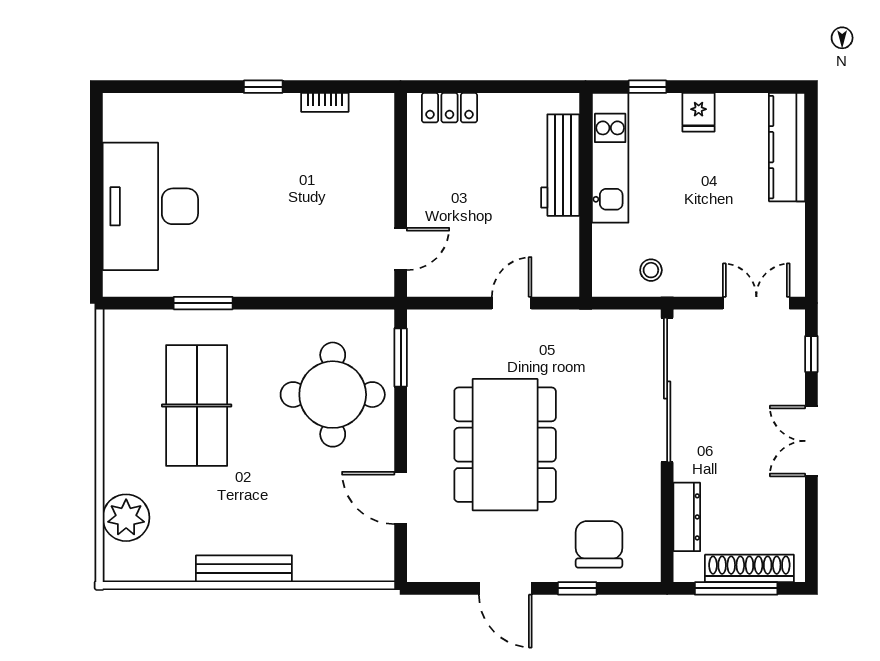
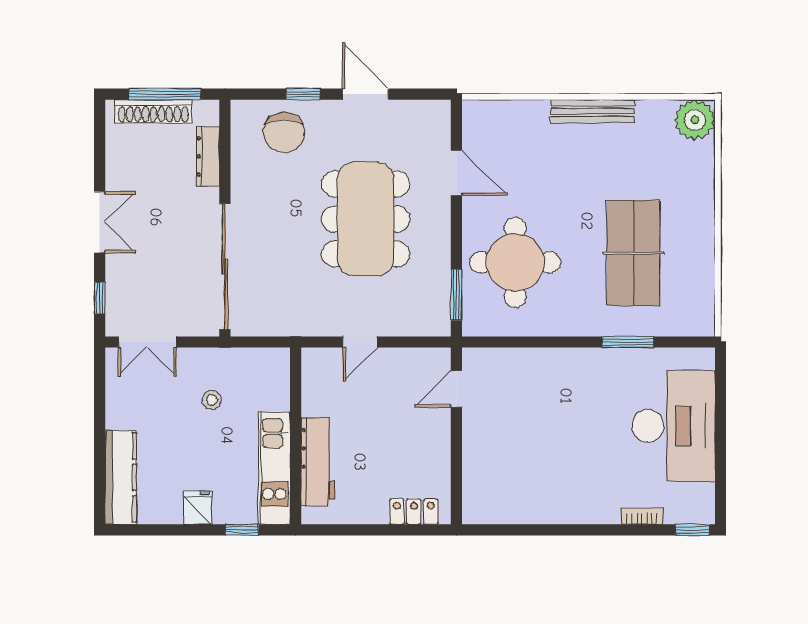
window: (263, 87) -> (692, 530), moved
bookcase: (325, 102) -> (642, 516), moved
stool: (651, 270) -> (212, 400), moved
plant: (126, 518) -> (695, 120), moved

